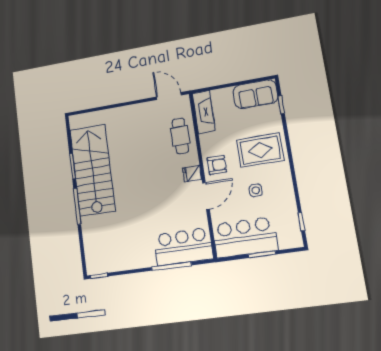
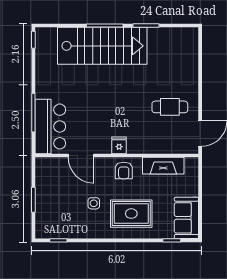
fireplace: (204, 112) -> (163, 166), moved
cafe table: (180, 136) -> (170, 107), moved
rug: (260, 150) -> (131, 214), turned 90
stairs: (92, 170) -> (102, 46), moved
door: (206, 196) -> (81, 156), moved
bar counter: (245, 237) -> (51, 186), removed

